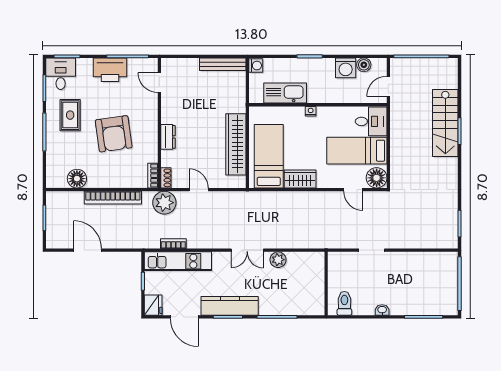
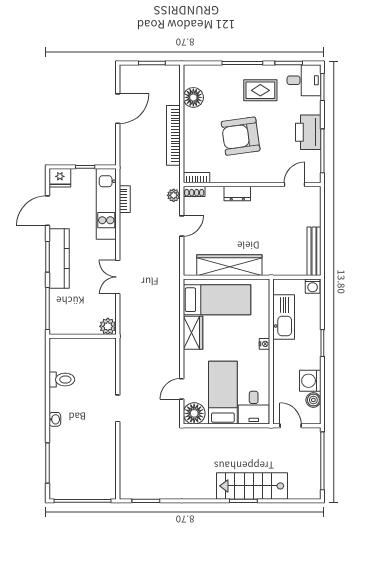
plant: (164, 203) -> (174, 195), width x0.53, depth x0.53
plant: (278, 260) -> (108, 326), moved
wall: (326, 284) -> (83, 336), moved

